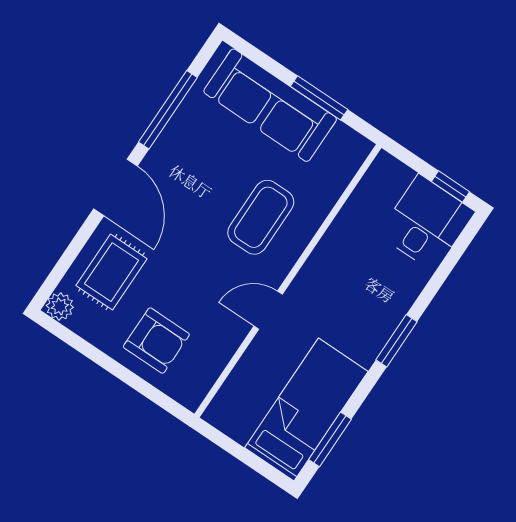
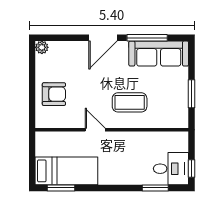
sofa: (270, 105) -> (159, 54), moved, turned -90
rug: (112, 272) -> (69, 59), removed
armchair: (156, 341) -> (54, 94), turned -90
window: (396, 341) -> (155, 188), moved

